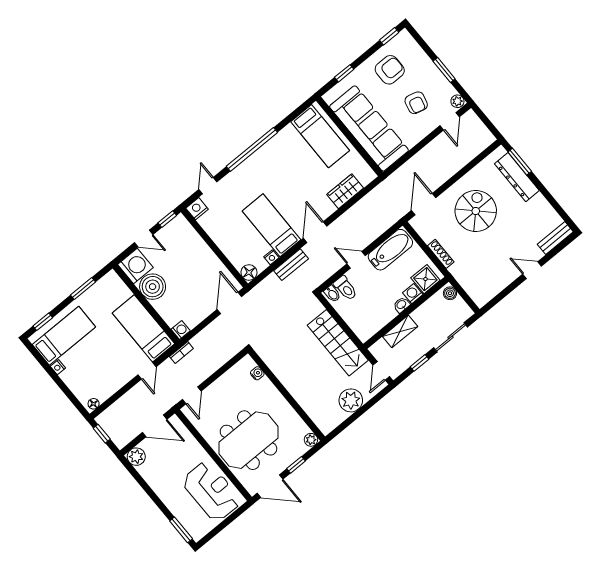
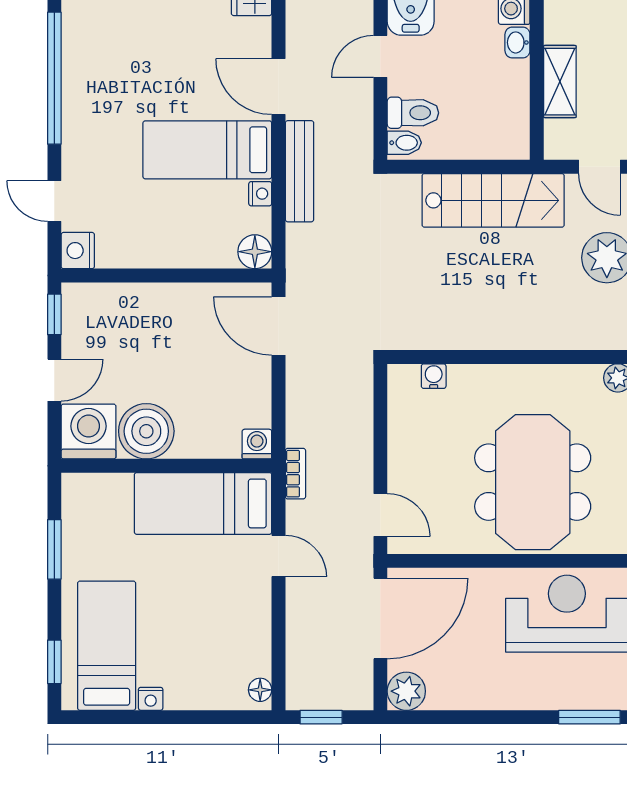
bench: (291, 265) -> (299, 171), width x1.36
door: (155, 426) -> (380, 619), width x1.36

